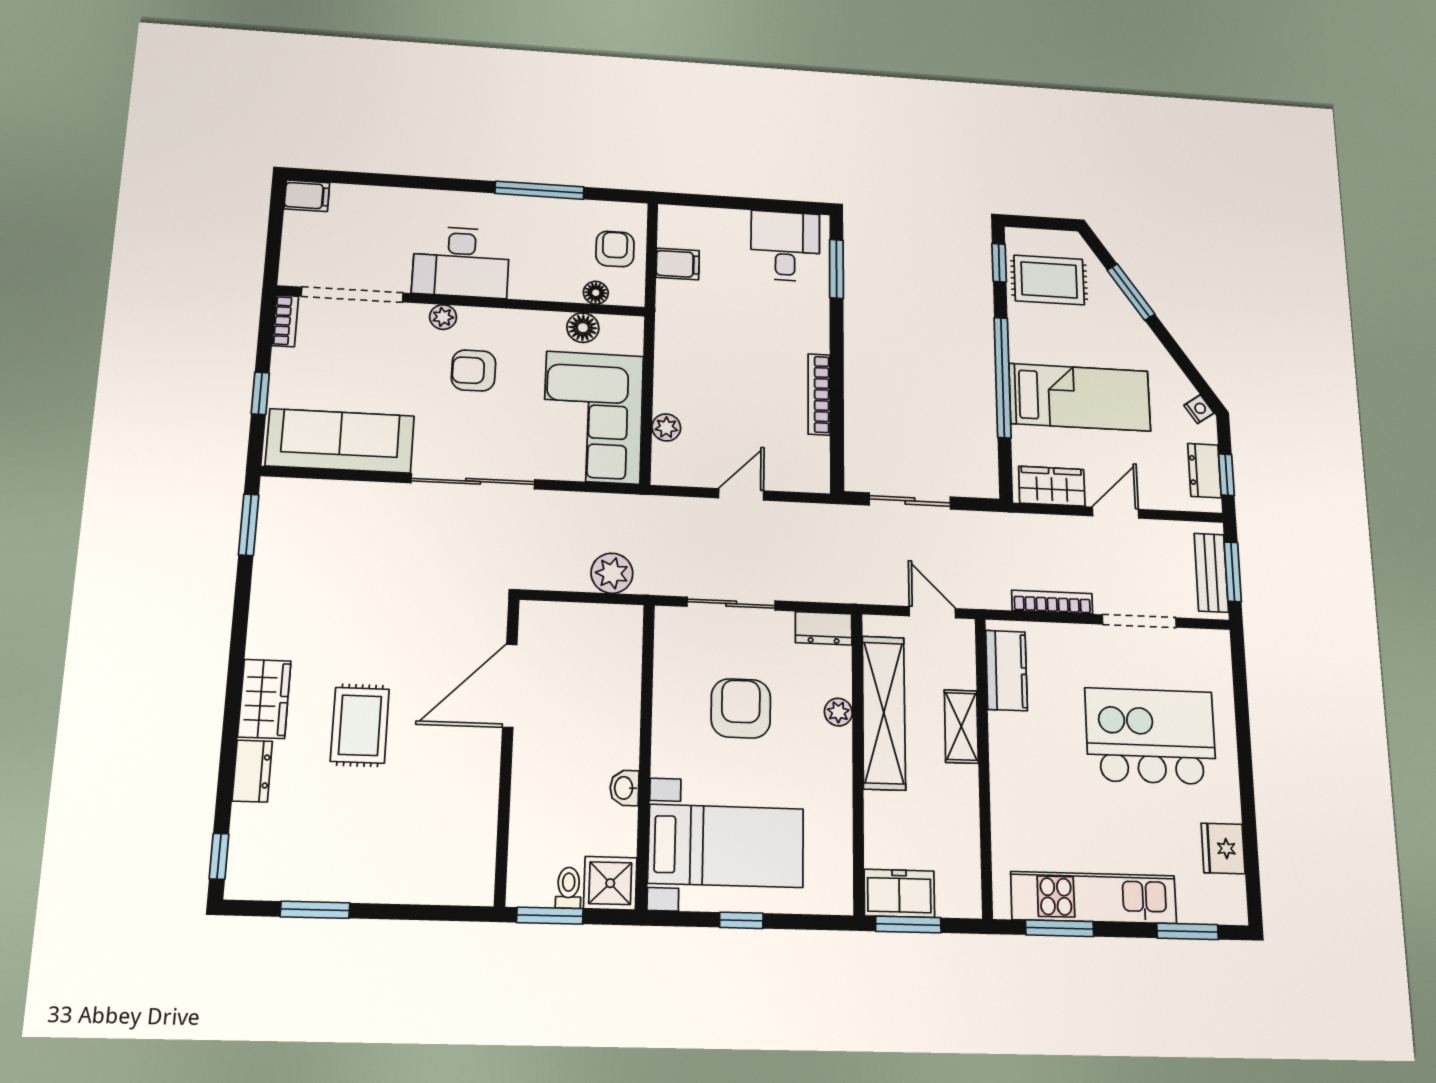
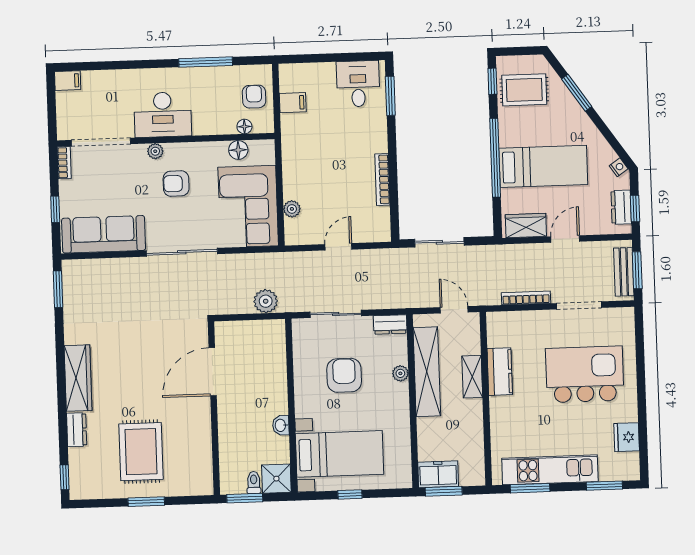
kitchen counter: (1006, 671) -> (500, 372), moved
wardrobe: (264, 699) -> (78, 378), width x1.50
rug: (360, 725) -> (141, 452), moved, width x1.36, depth x1.43
window: (315, 910) -> (146, 502), moved

